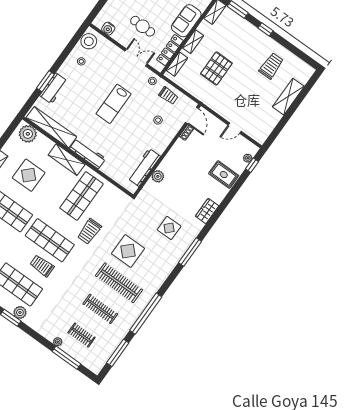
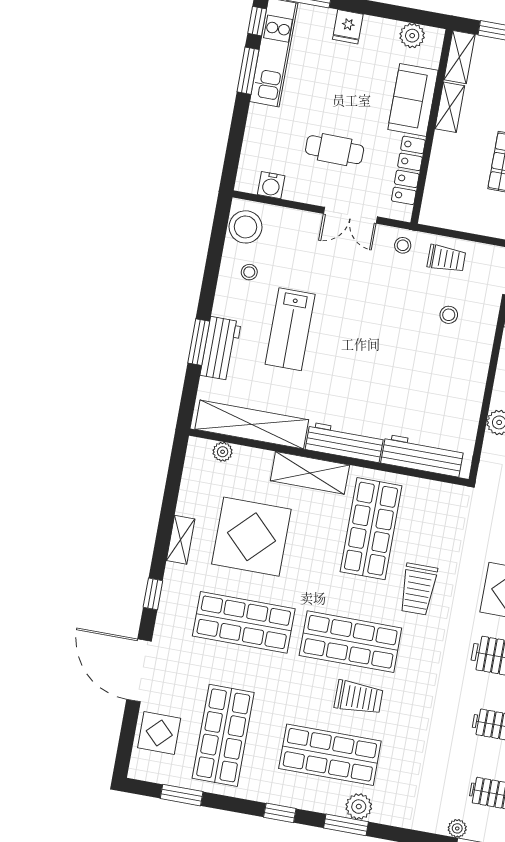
shelving: (193, 42) -> (450, 107), moved
double door: (136, 57) -> (350, 215), swing flipped
shelving: (177, 64) -> (435, 191), removed
lab bench: (113, 104) -> (290, 329), moved
plant: (28, 134) -> (223, 452), width x0.53, depth x0.53
workbench: (144, 167) -> (422, 456), moved, turned 90
display table: (29, 175) -> (251, 537), width x1.36, depth x1.36
trolley: (42, 266) -> (359, 697), turned 180

